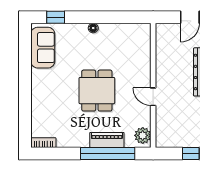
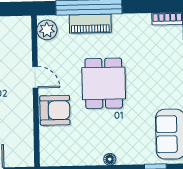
armchair: (137, 69) -> (55, 110), added

